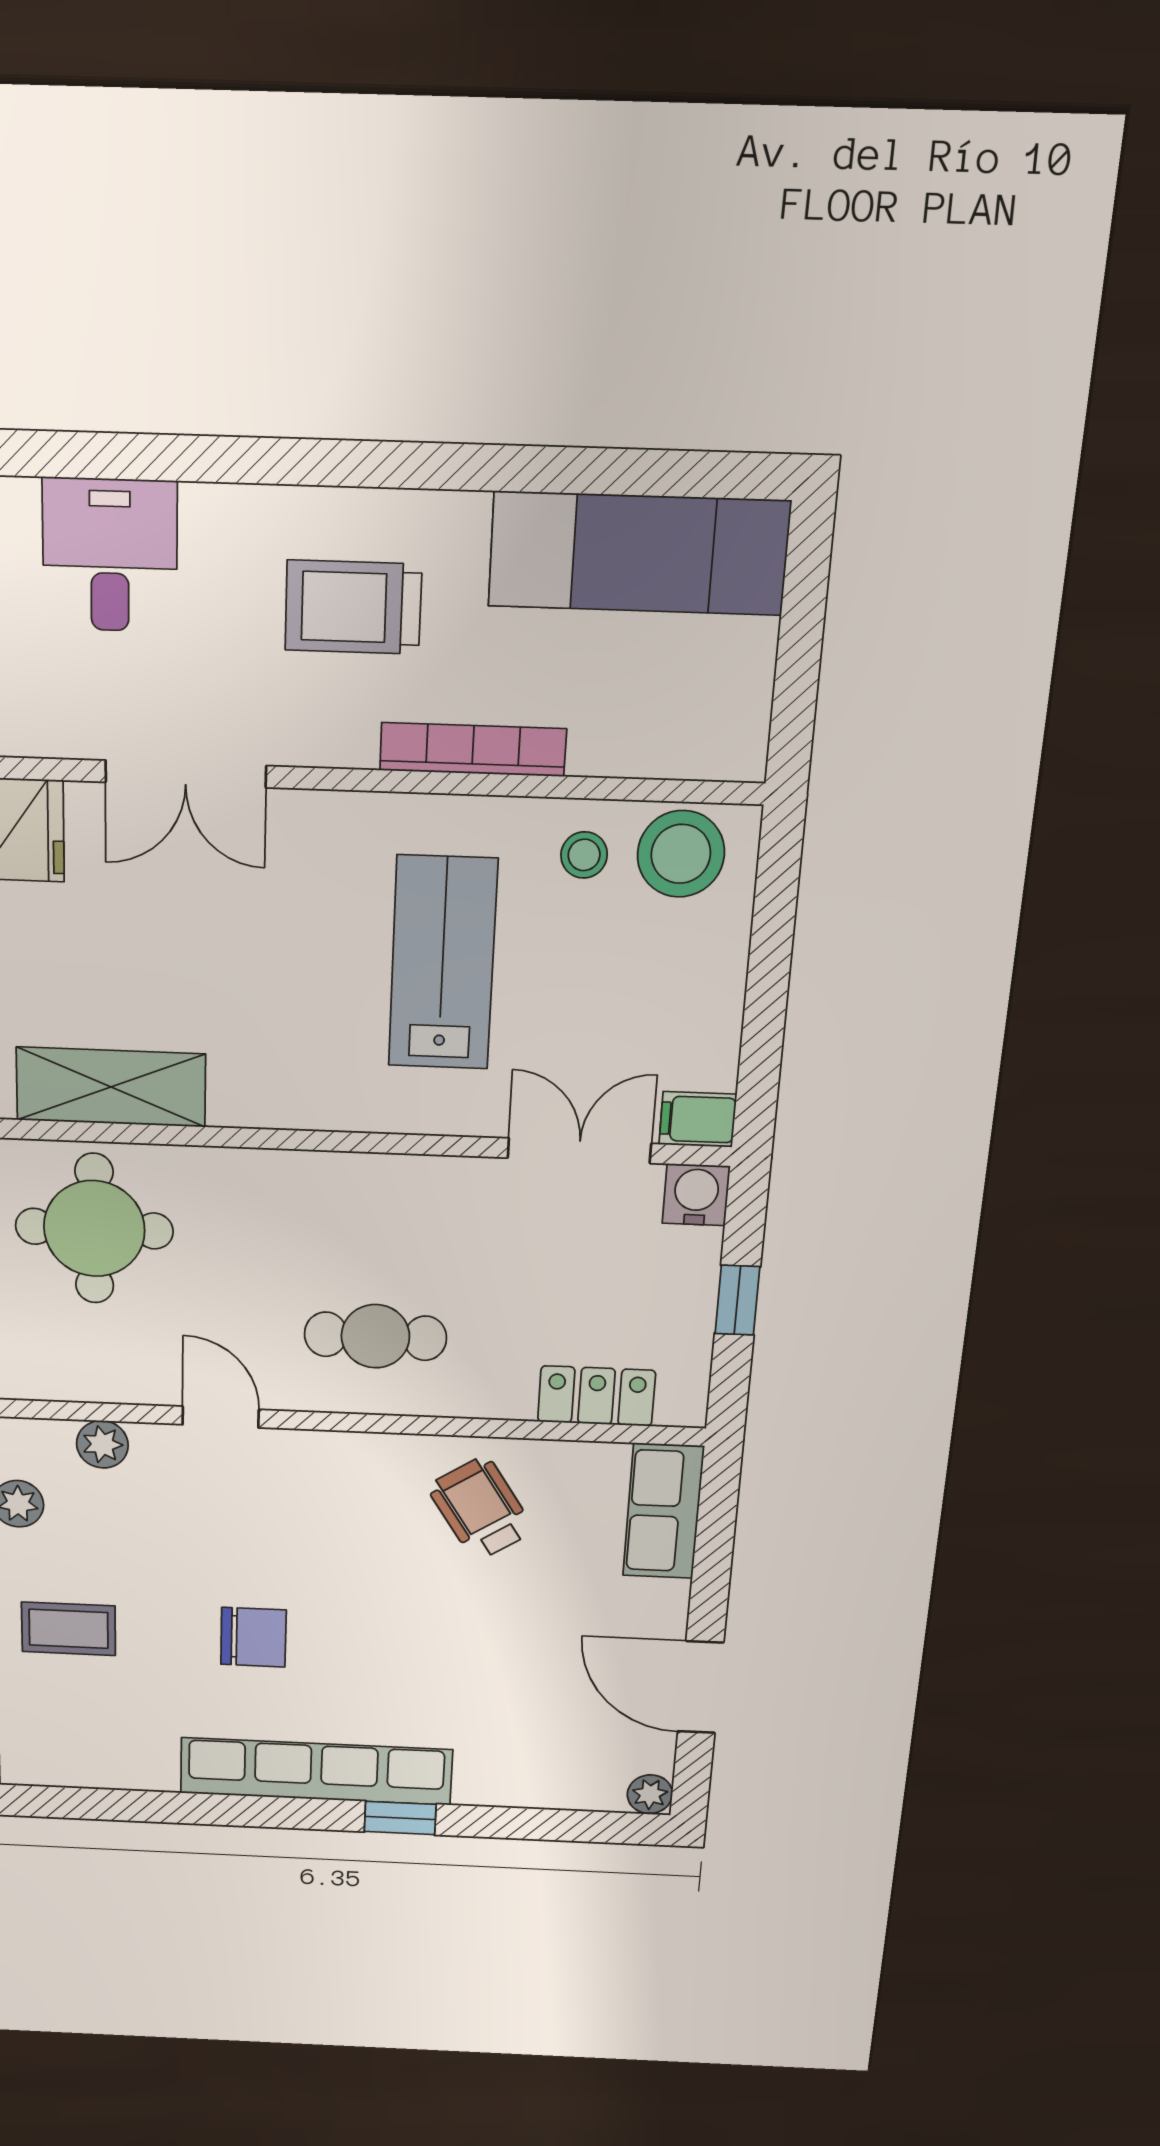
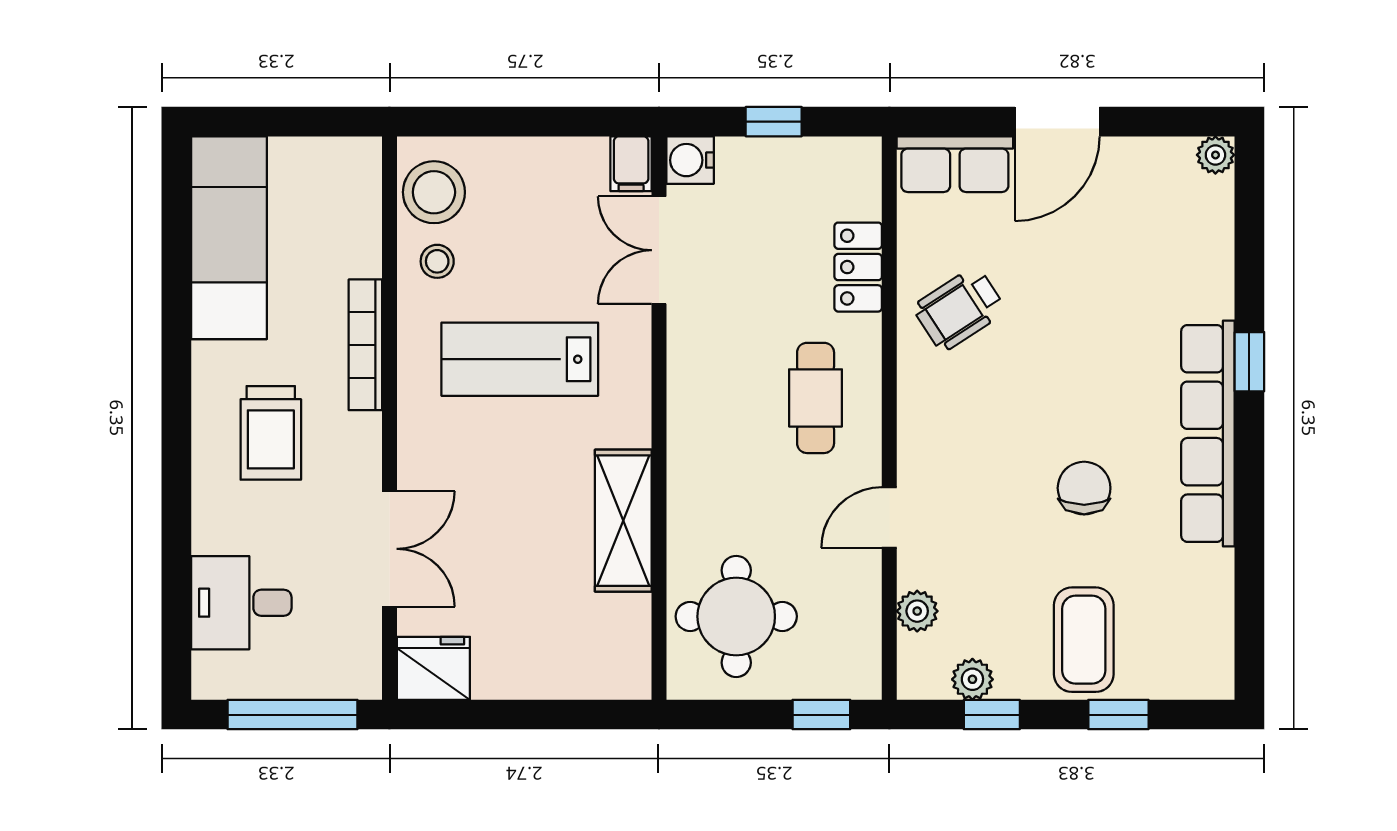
shelving: (111, 1087) -> (623, 521), moved
locker: (597, 1396) -> (858, 267), moved
coffee table: (69, 1629) -> (1084, 640), width x1.36, depth x1.30
door: (700, 1687) -> (1057, 122), moved

